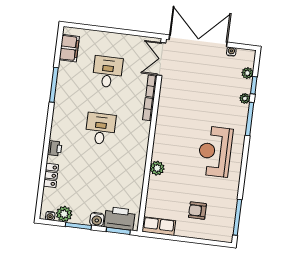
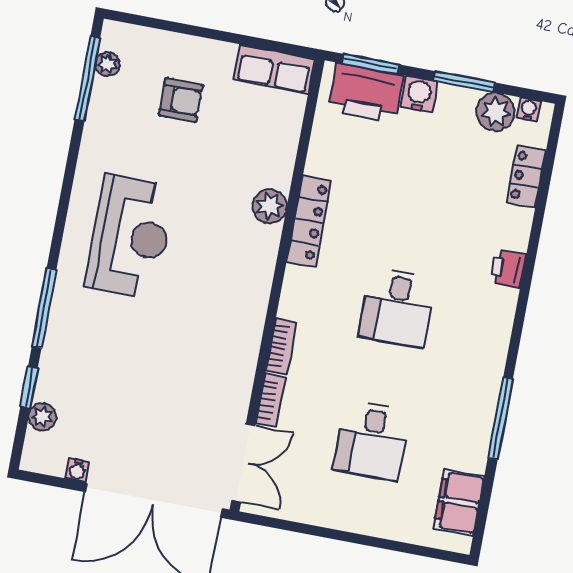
plant: (245, 98) -> (108, 64), moved
locker: (140, 163) -> (309, 221), added
locker: (51, 175) -> (526, 176), moved

